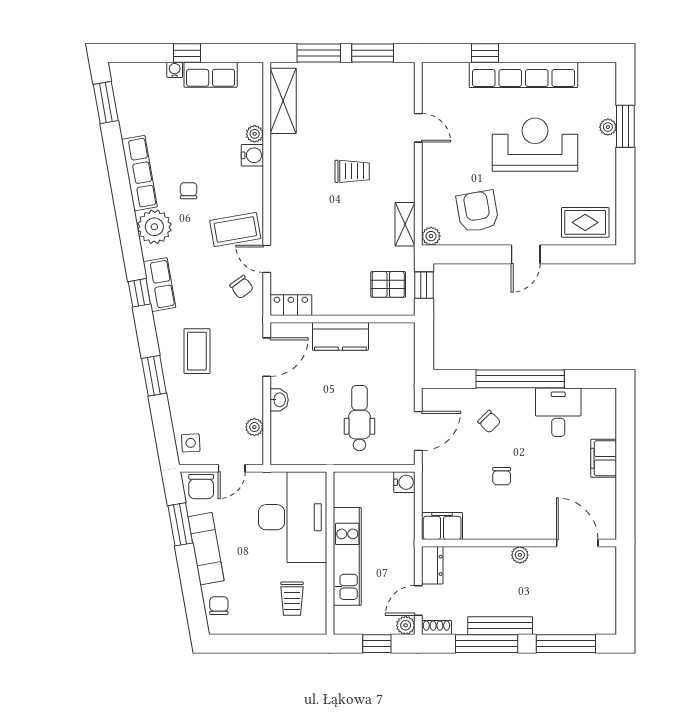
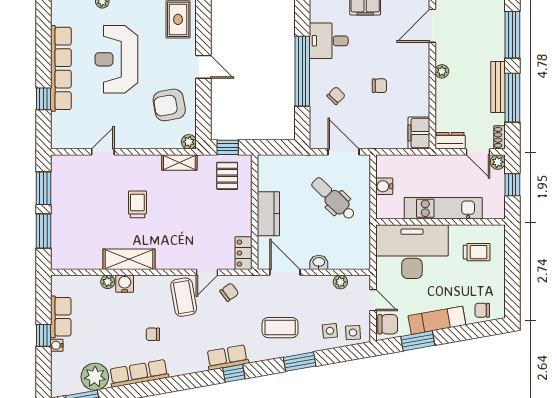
shelving: (283, 101) -> (129, 259), moved
plant: (154, 227) -> (95, 377), moved
side table: (193, 414) -> (330, 331), added
dental chair: (359, 418) -> (333, 199), turned 44
water cooler: (404, 482) -> (384, 186), moved, turned -90

